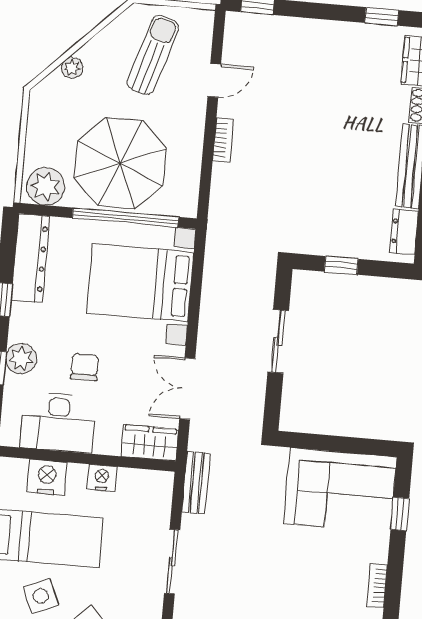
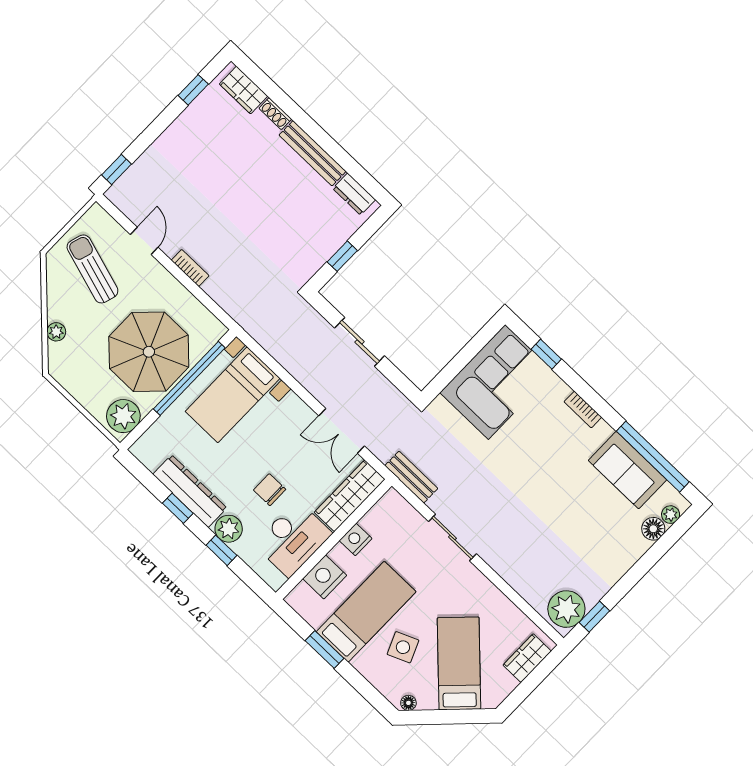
dresser: (30, 258) -> (190, 491), moved
bed with nightstands: (140, 283) -> (233, 395), width x0.73
wardrobe: (150, 443) -> (350, 496), width x1.50

